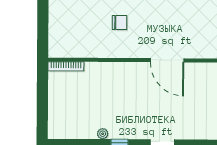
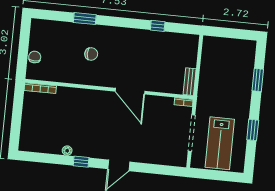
chair: (56, 32) -> (35, 57), added

